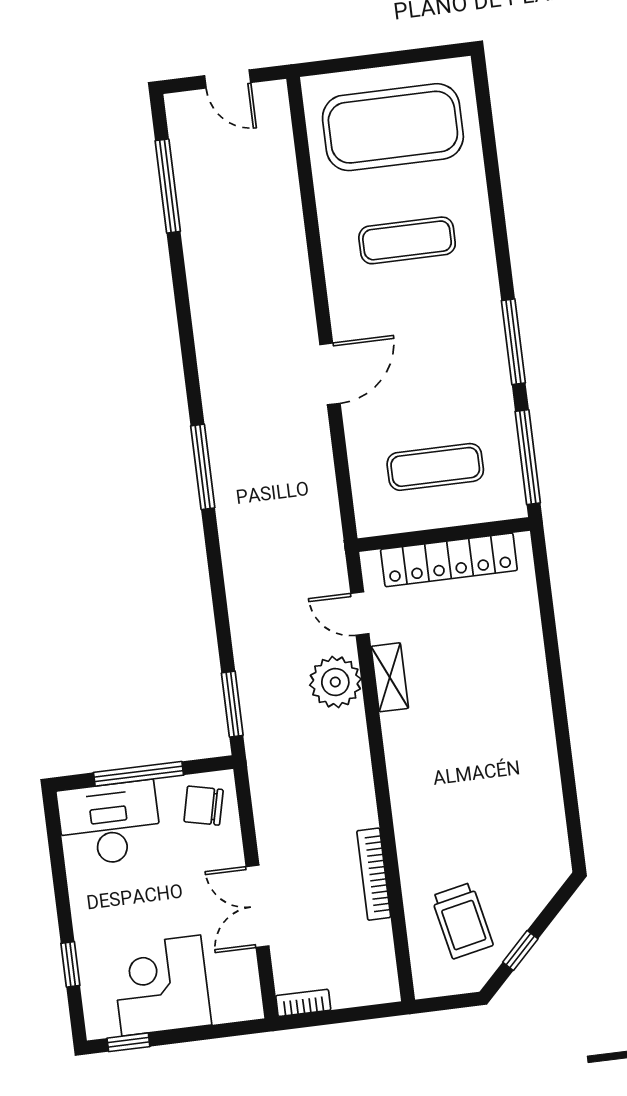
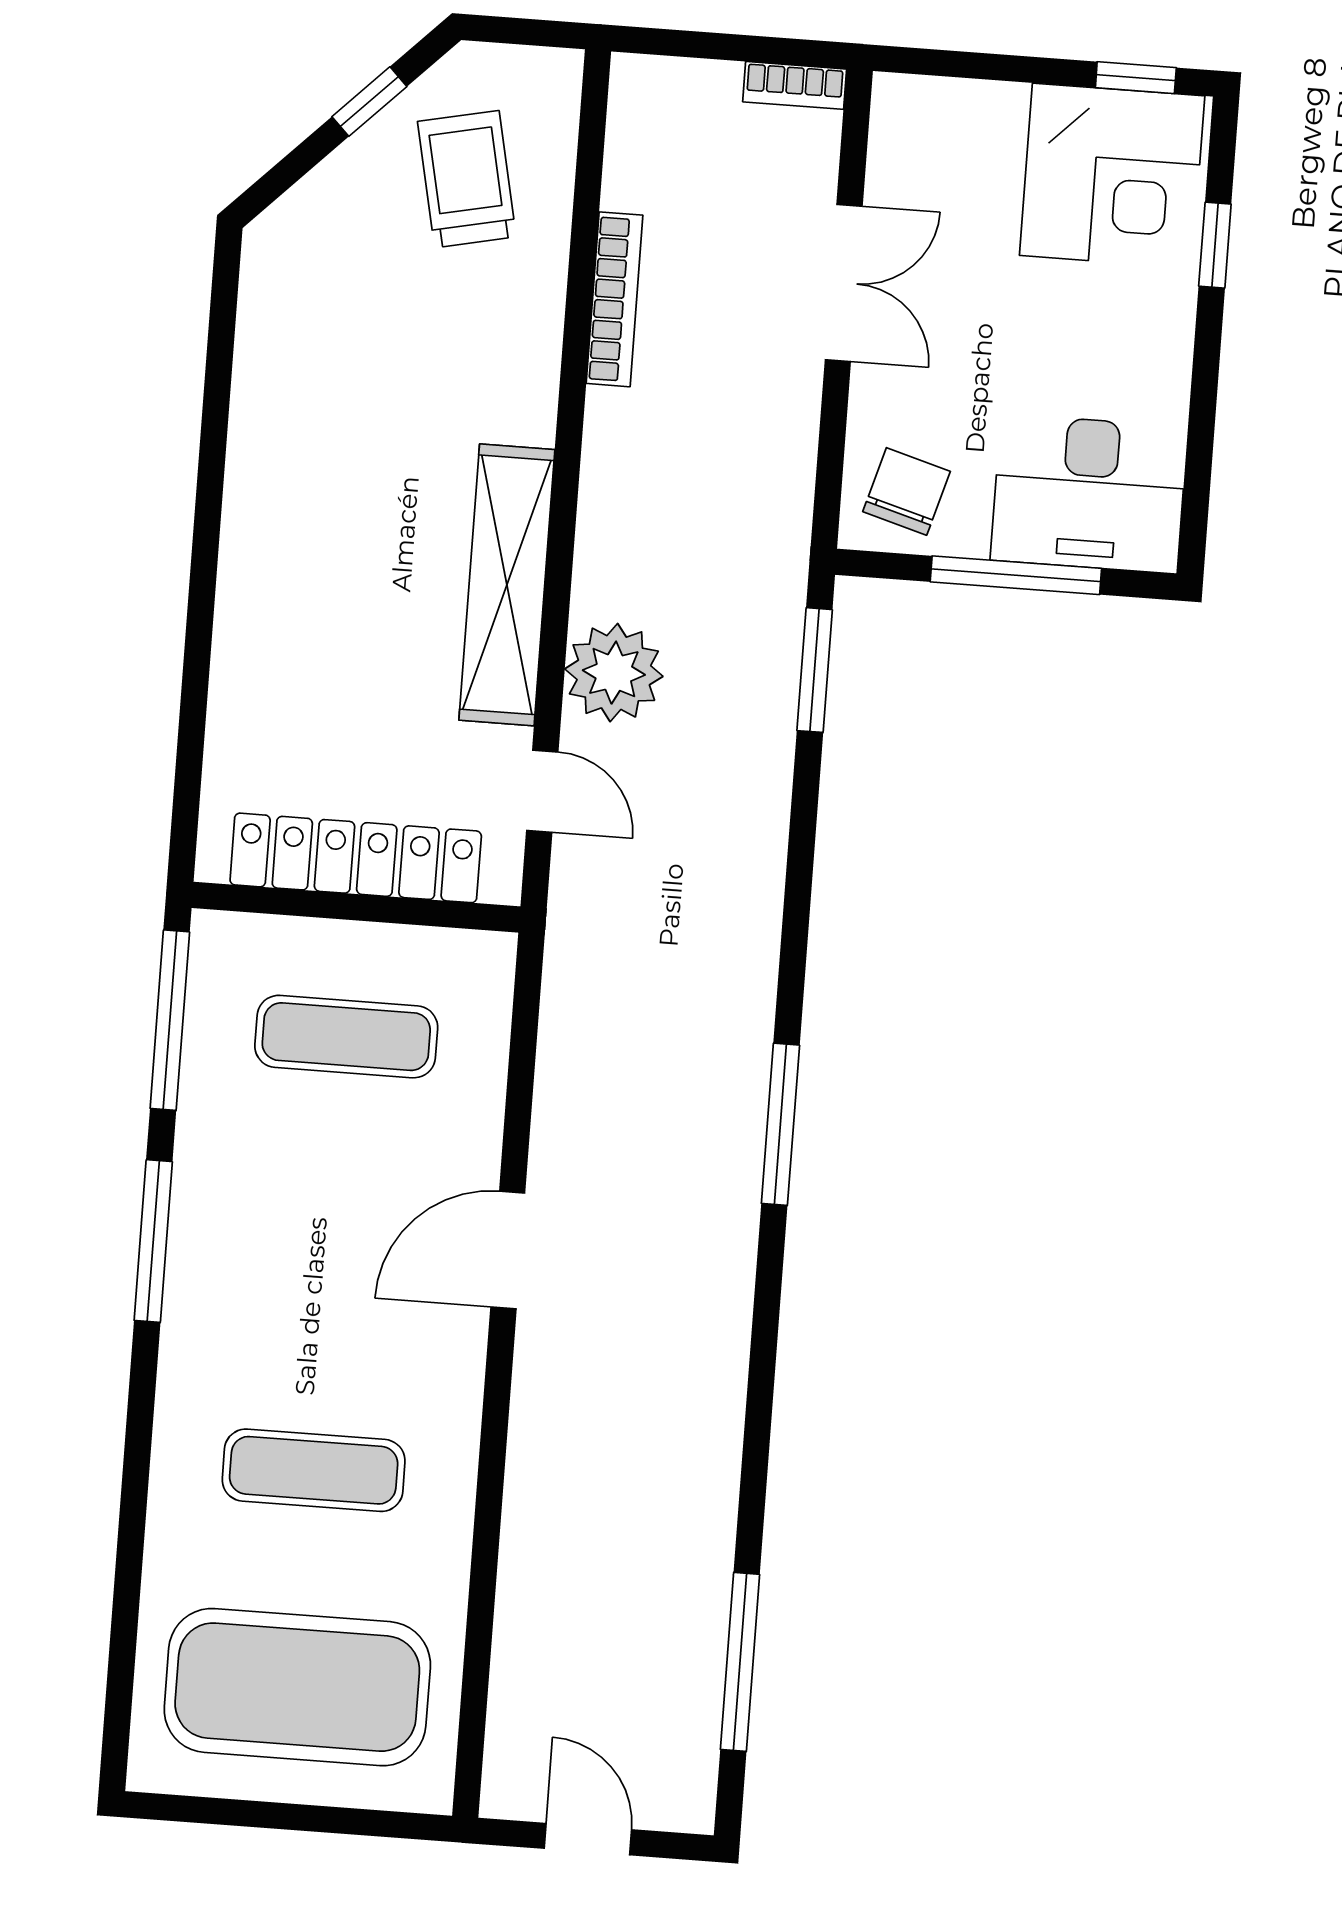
shelving: (390, 677) -> (507, 585), width x2.20, depth x1.33
chair: (204, 806) -> (907, 491), turned -87
corner desk: (161, 986) -> (1112, 176), moved

